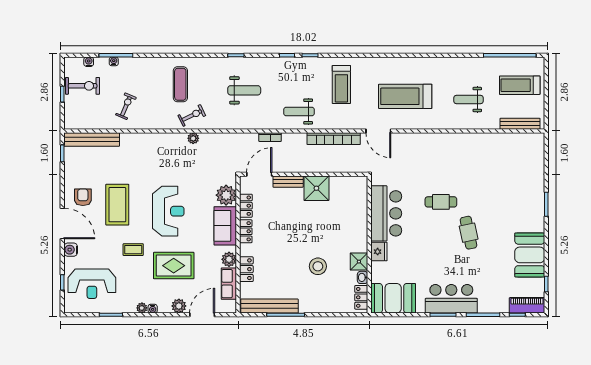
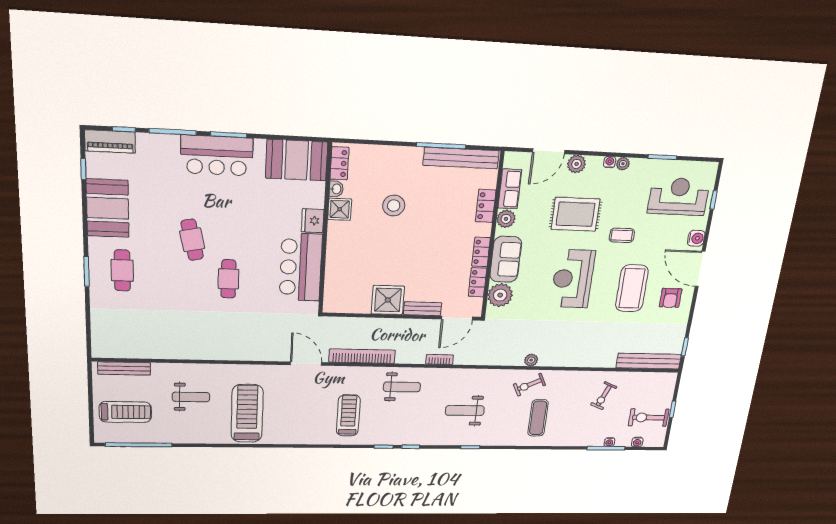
treadmill: (405, 96) -> (247, 413), moved, turned -90
cafe table: (441, 202) -> (228, 279), turned 90
cafe table: (520, 206) -> (122, 270), added

